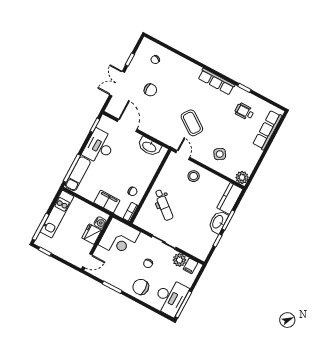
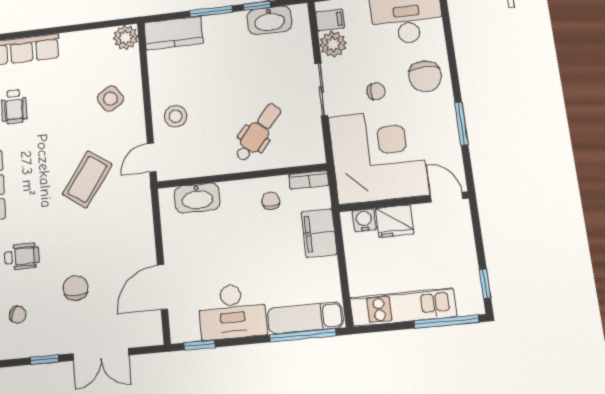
wheelchair: (178, 76) -> (22, 256), added
washbasin: (149, 147) -> (197, 198), moved, turned 90
washbasin: (218, 222) -> (269, 20), moved
corner desk: (119, 238) -> (378, 156), width x1.36, depth x1.36

